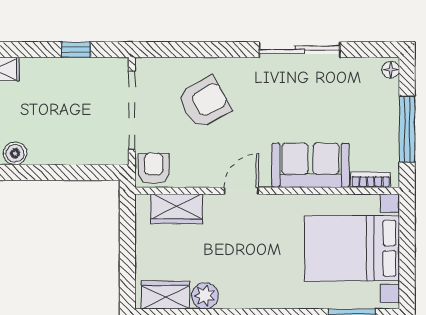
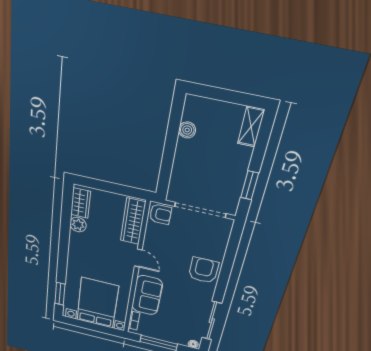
window: (76, 50) -> (250, 185), width x1.50
sliding door: (300, 50) -> (212, 321), moved
armchair: (204, 102) -> (203, 270), moved, turned -151
wardrobe: (177, 209) -> (133, 221), width x1.50

